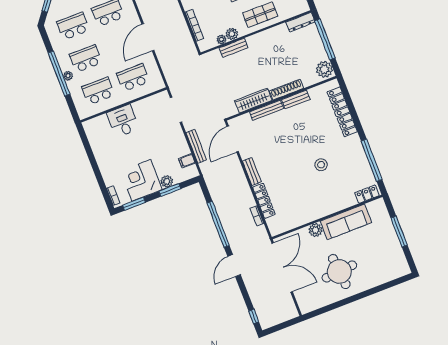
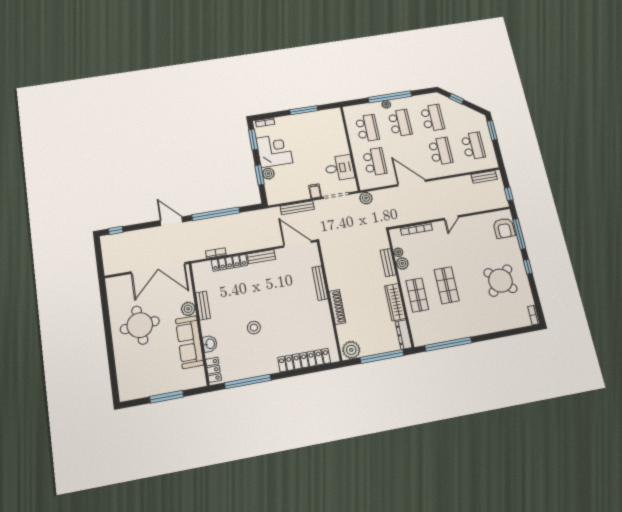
plant: (173, 80) -> (366, 198), added
bench: (296, 99) -> (203, 306), moved
wardrobe: (253, 101) -> (395, 302), moved, turned 180
desk: (123, 121) -> (339, 168), moved
window: (92, 159) -> (304, 110), added
filing cabinet: (187, 161) -> (315, 191), moved
washbasin: (344, 203) -> (210, 344), added

